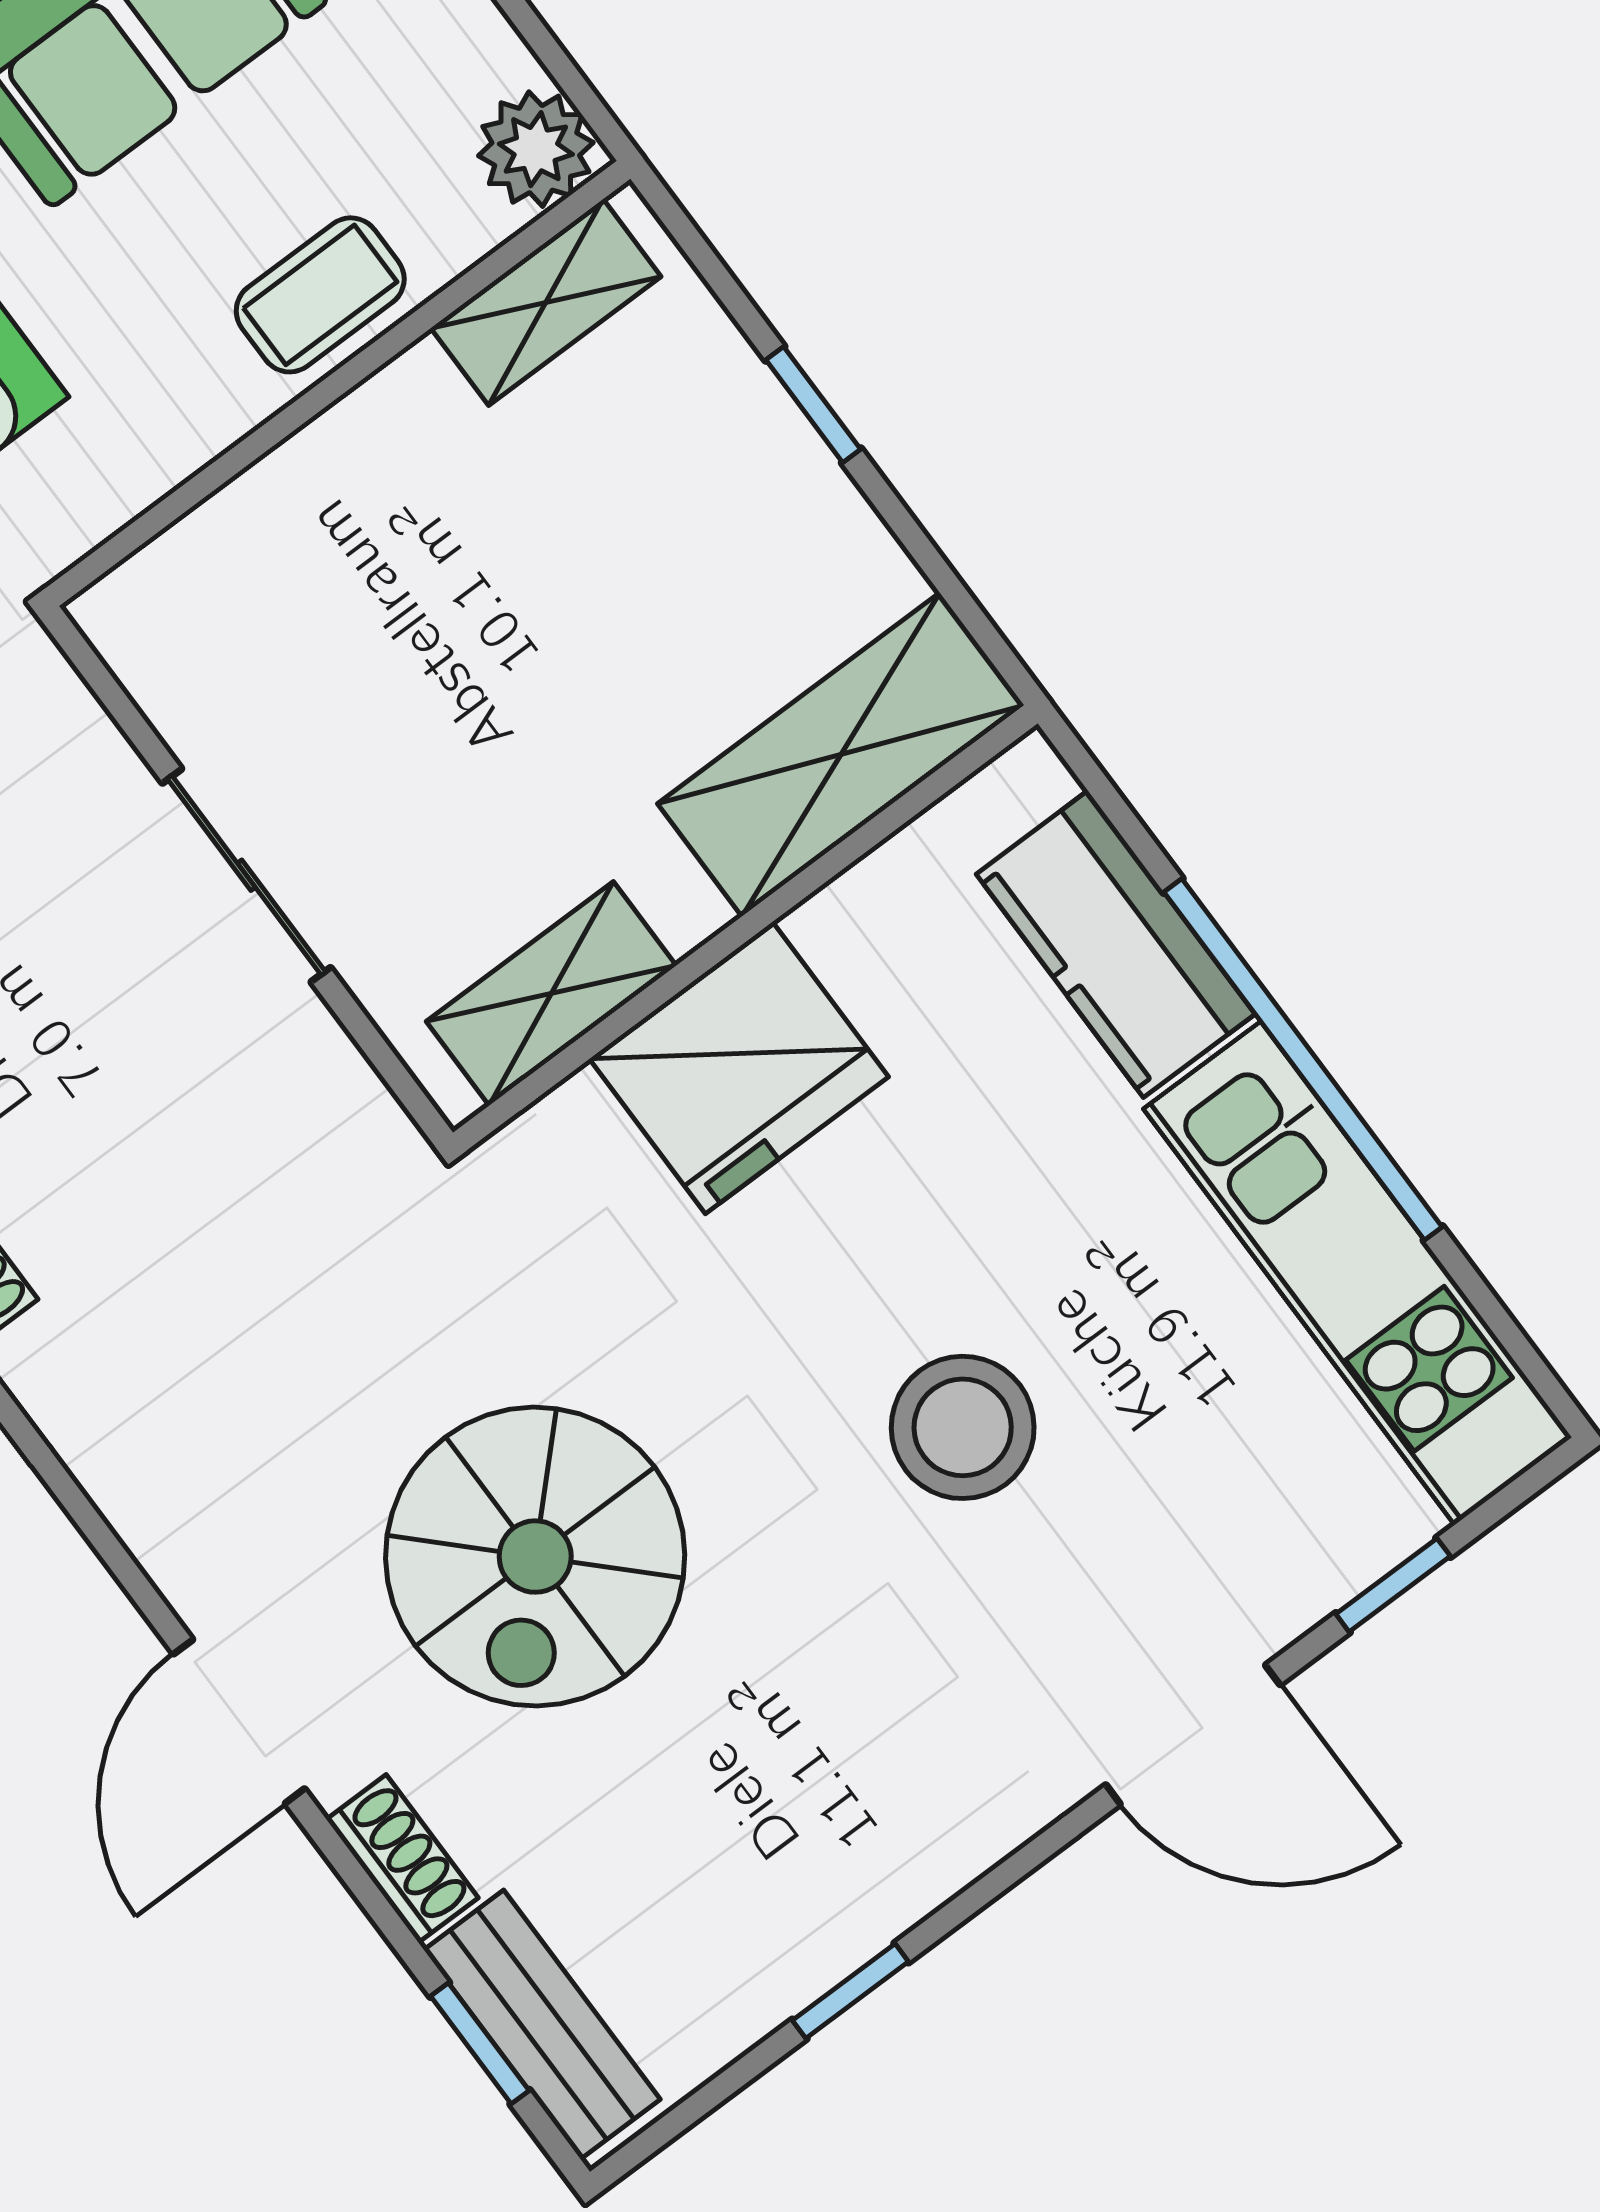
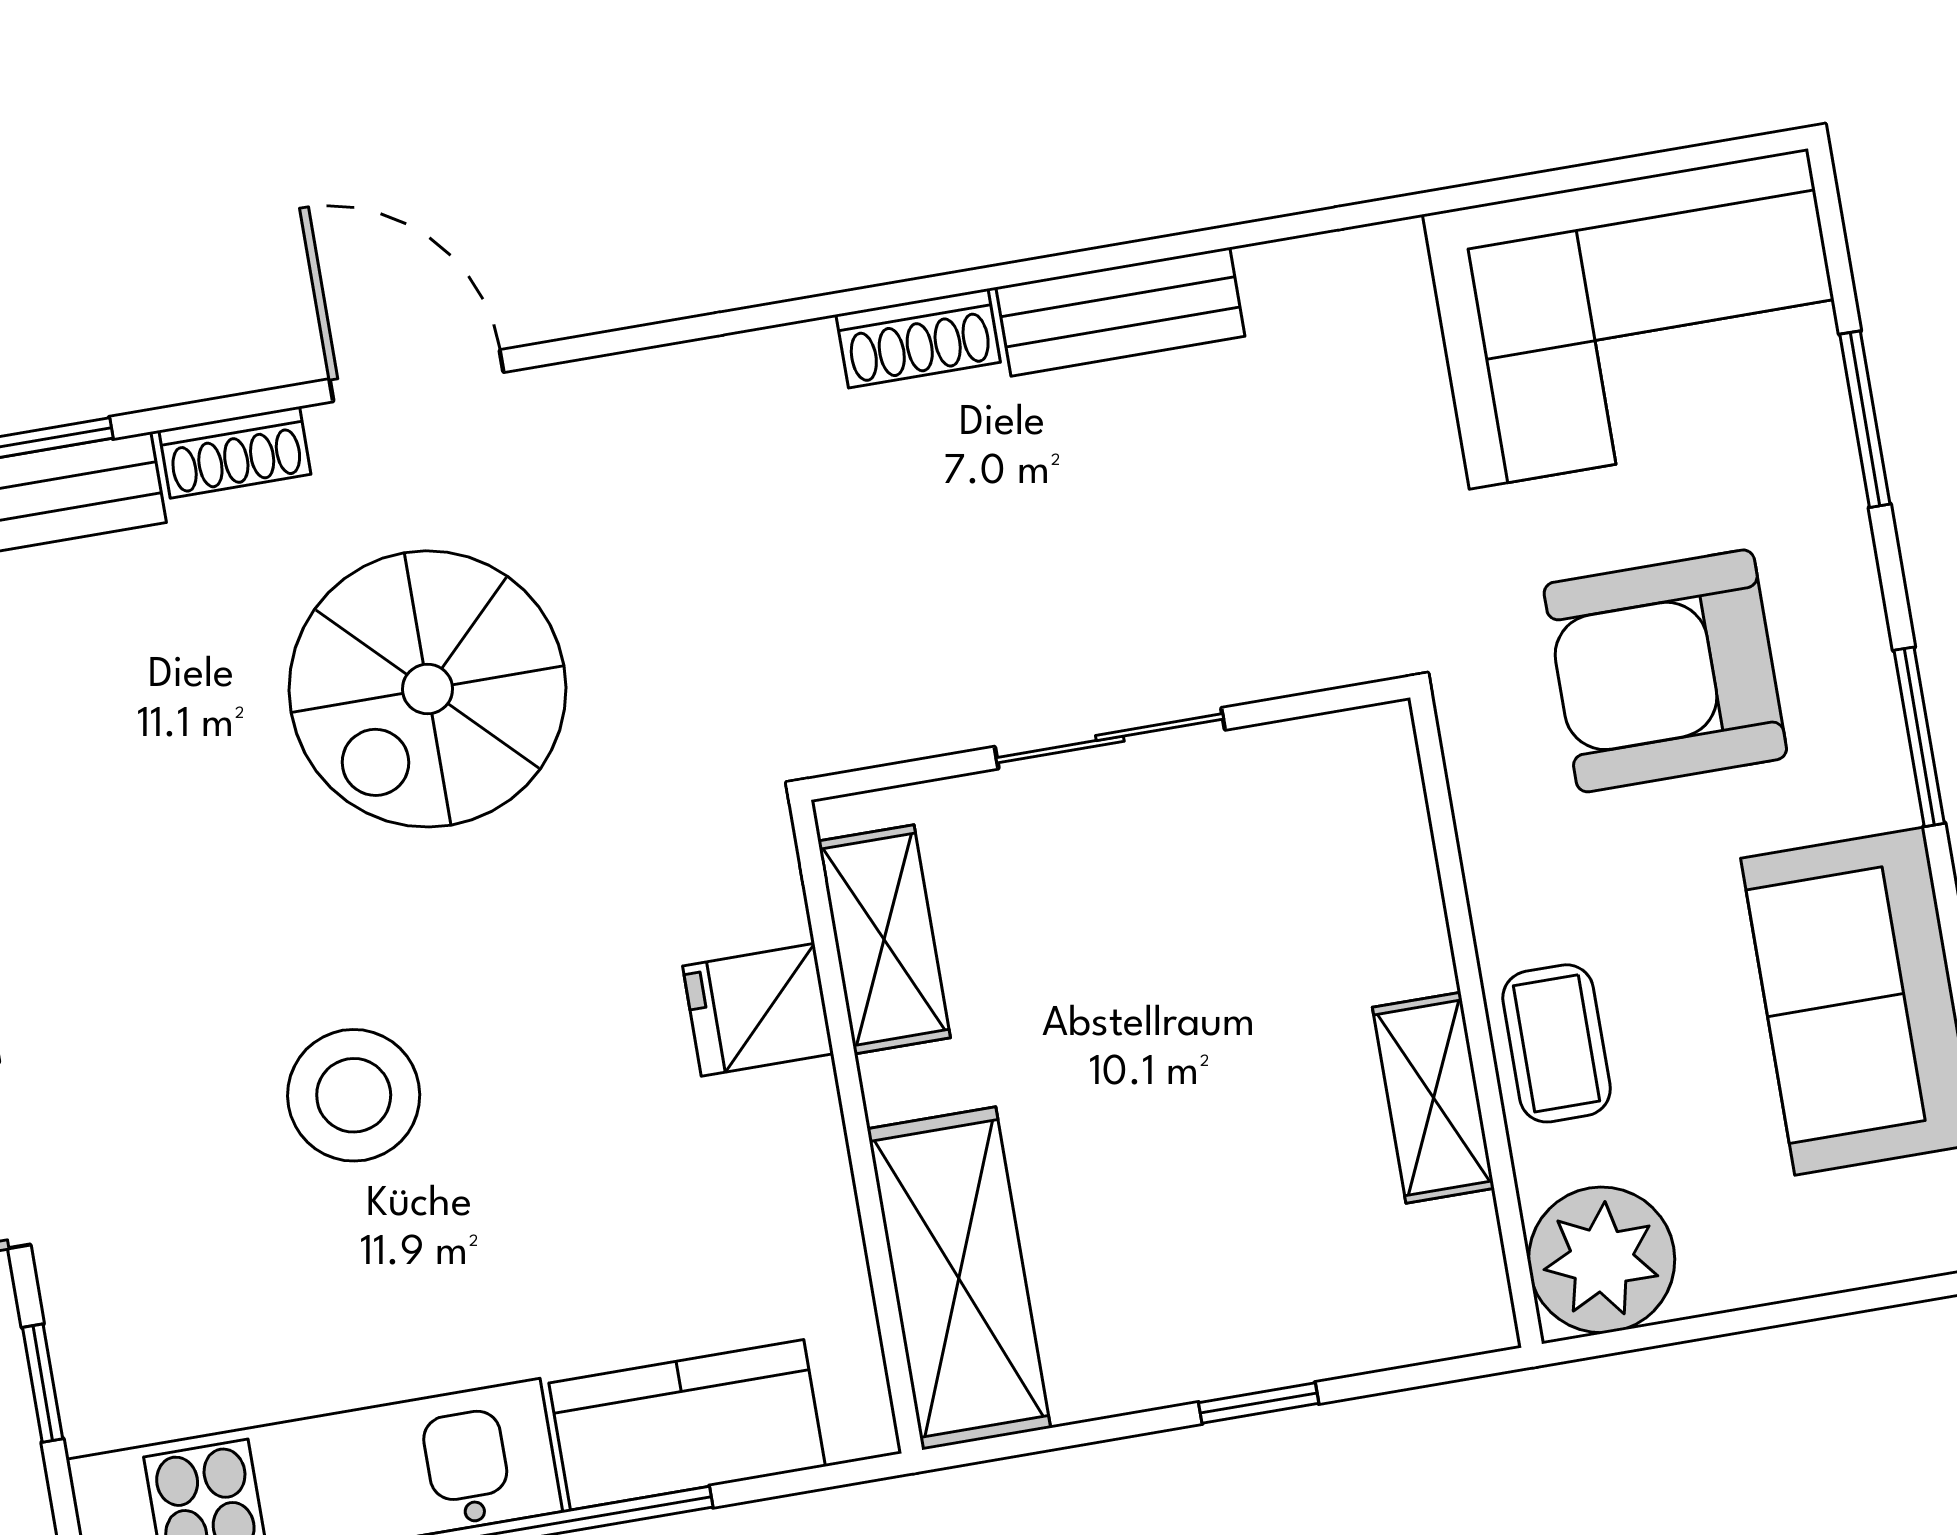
plant: (536, 149) -> (1602, 1260), width x1.36, depth x1.36
shelving: (546, 302) -> (1433, 1098), moved
fridge: (739, 1068) -> (758, 1010), width x0.53, depth x0.75
spiral stairs: (535, 1557) -> (427, 689), turned -90

